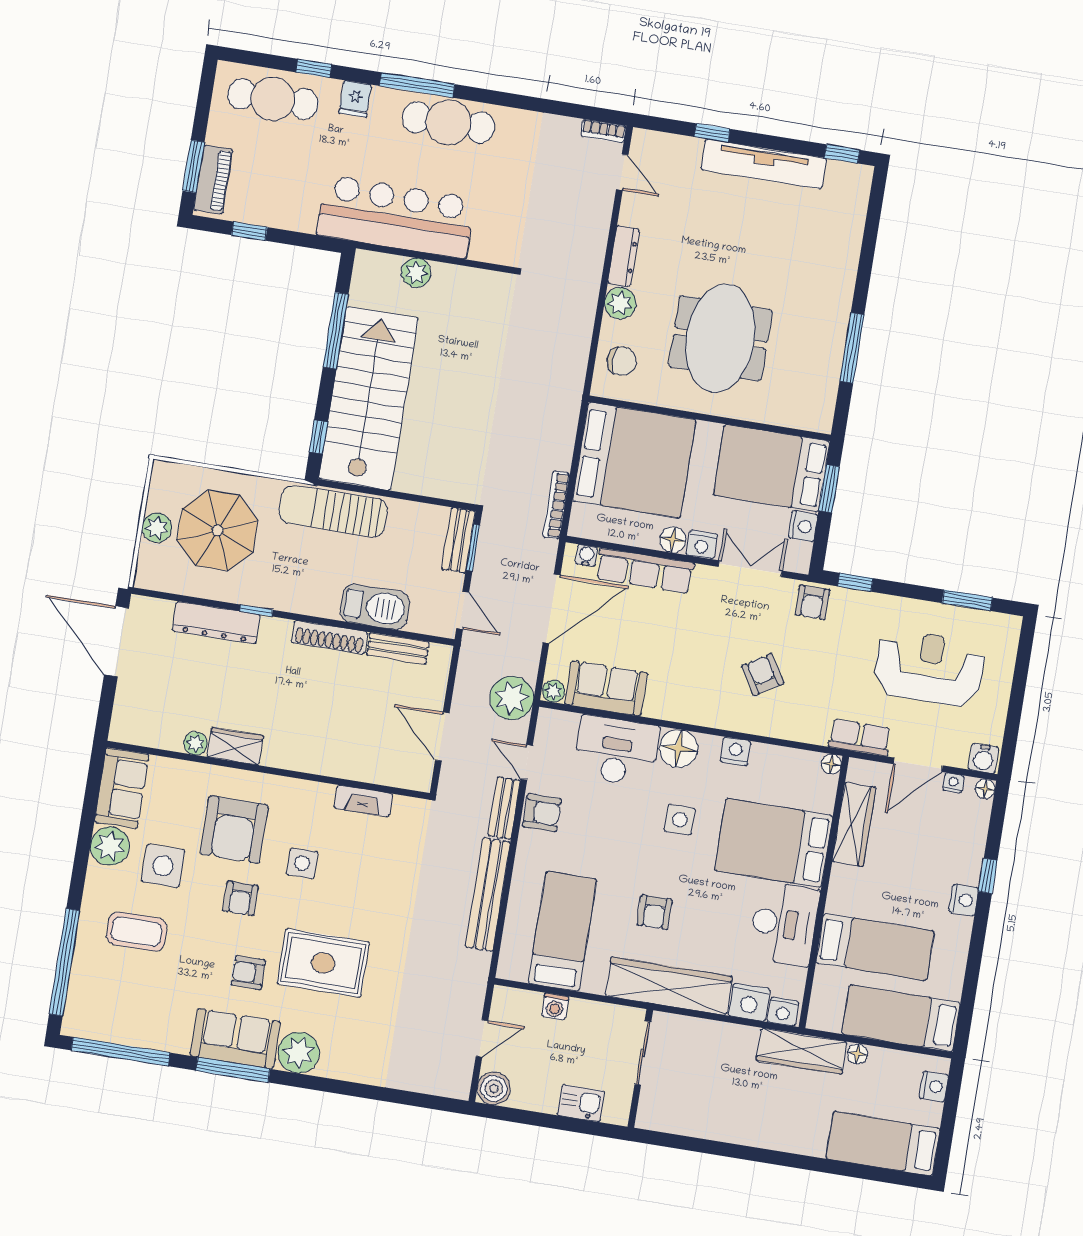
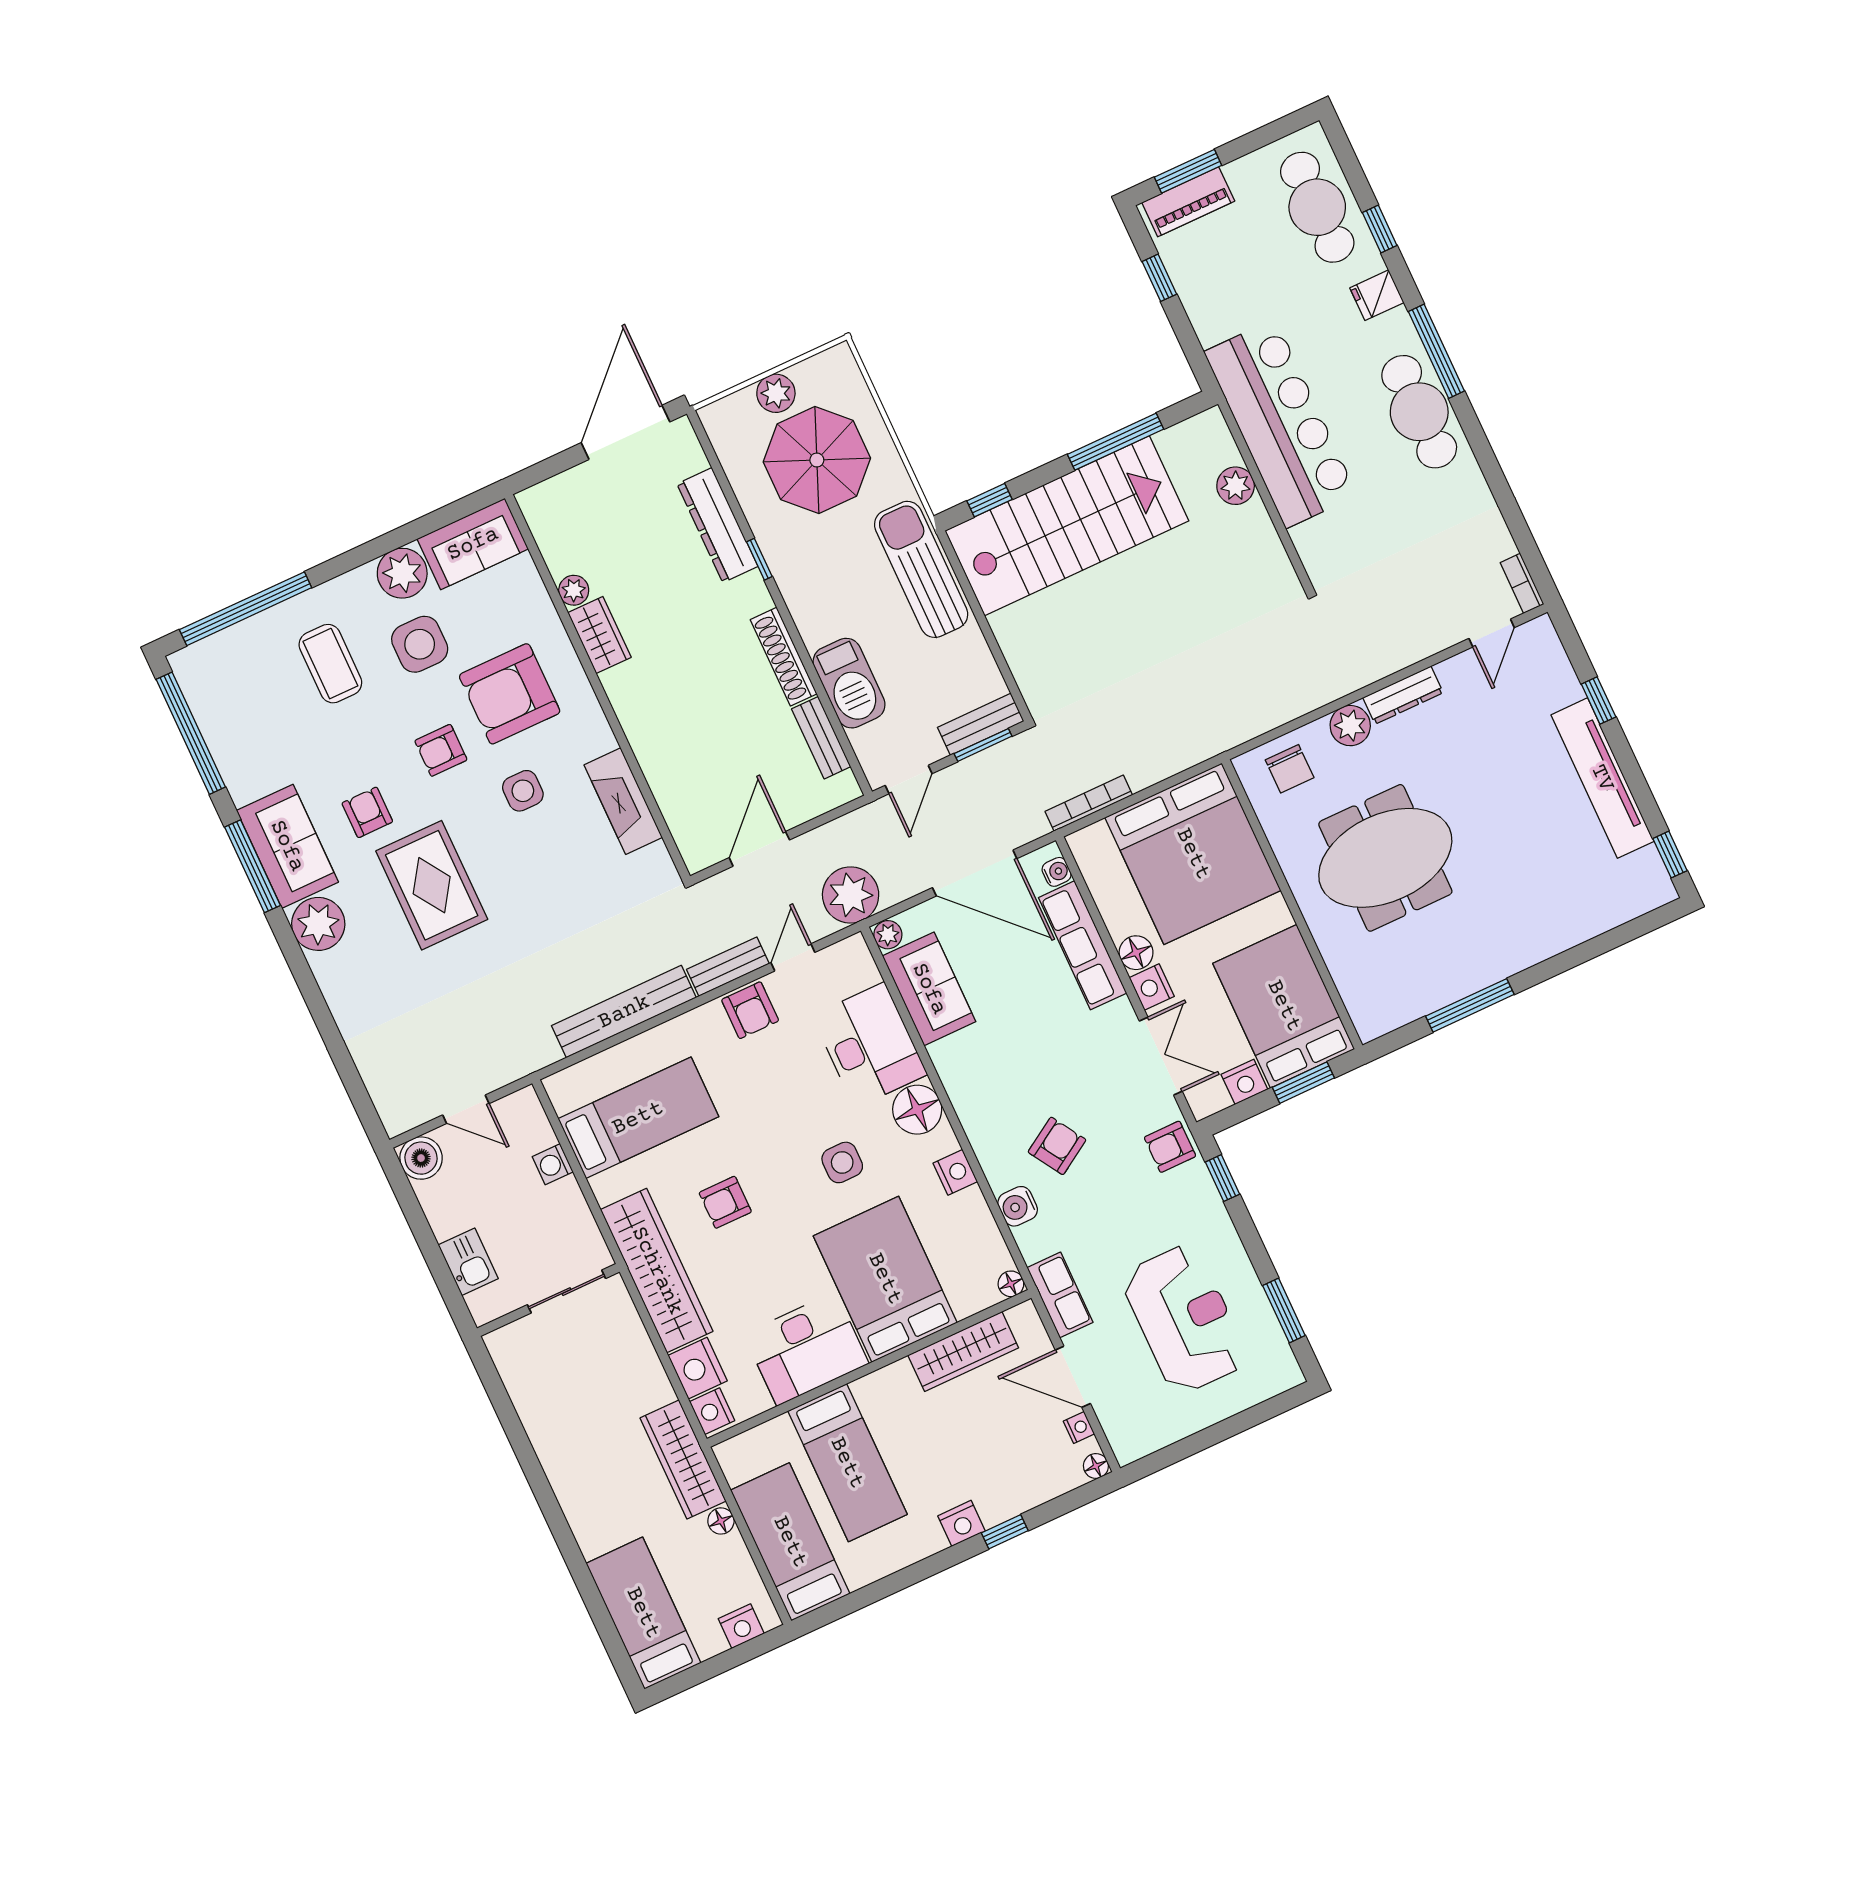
water cooler: (983, 758) -> (1018, 1206), moved
fireplace: (363, 801) -> (623, 801), width x1.37, depth x1.32

